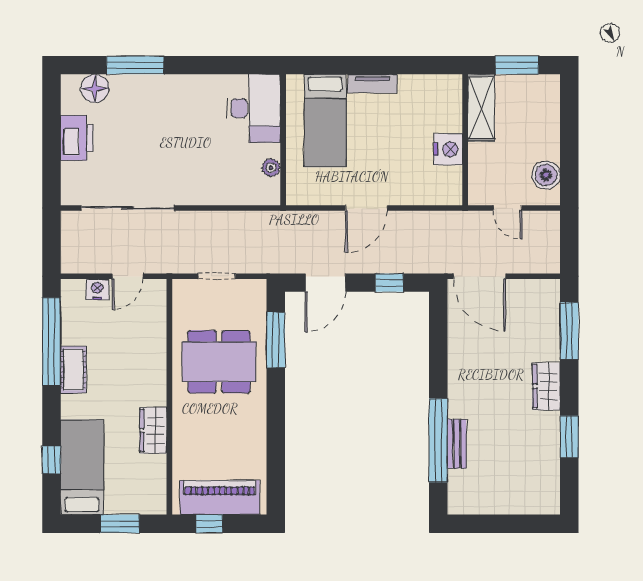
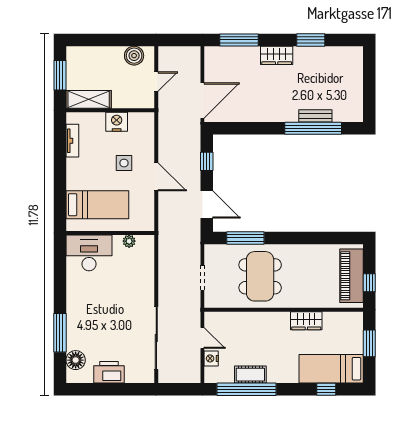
tv unit: (372, 84) -> (72, 141), moved
side table: (387, 160) -> (124, 163), added
cot: (73, 369) -> (250, 375), moved

